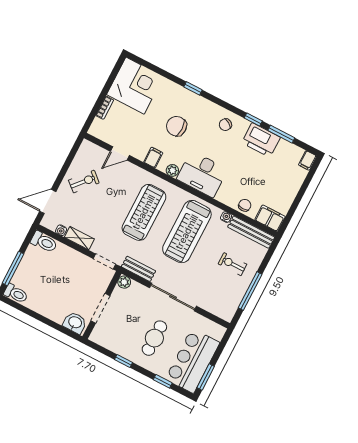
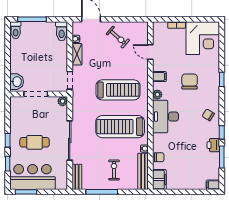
printer: (261, 140) -> (213, 145), width x0.53, depth x0.68
bench: (139, 269) -> (77, 177), moved
window: (124, 361) -> (8, 140), moved

